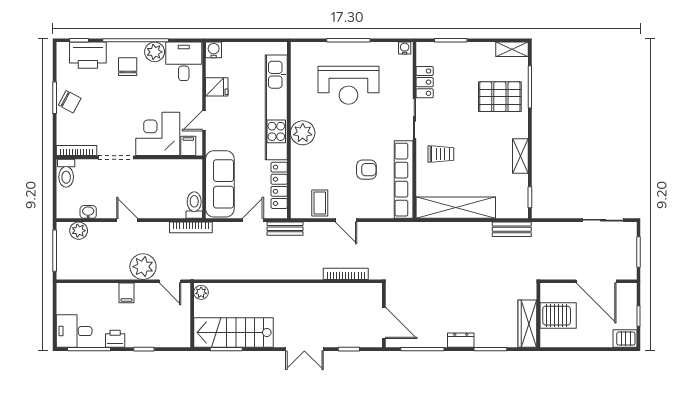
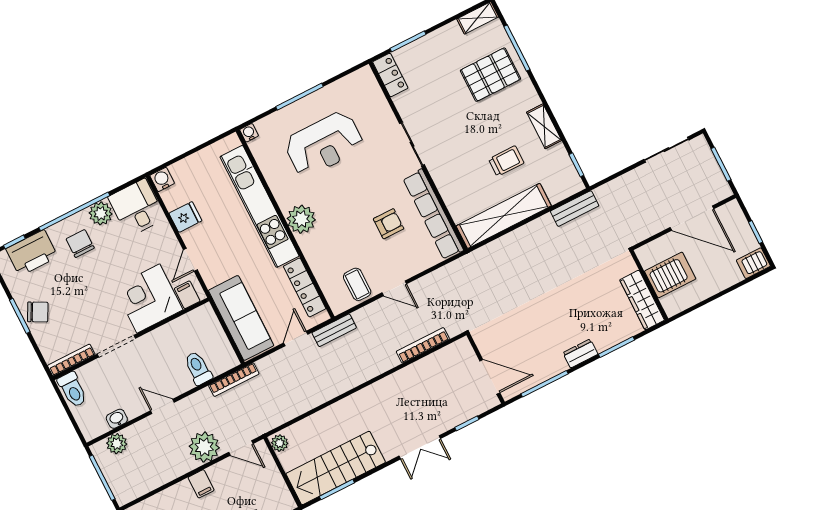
water cooler: (405, 48) -> (249, 133), moved
locker: (425, 82) -> (390, 75), moved
trolley: (441, 154) -> (506, 161), moved
toilet: (194, 205) -> (198, 368), moved

